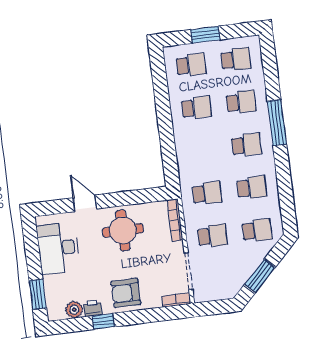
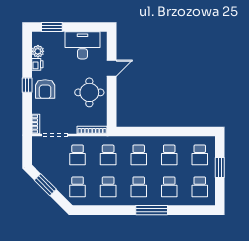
school desk: (202, 150) -> (139, 155), added
armchair: (126, 293) -> (45, 89), turned 180
window: (103, 321) -> (27, 85), moved

